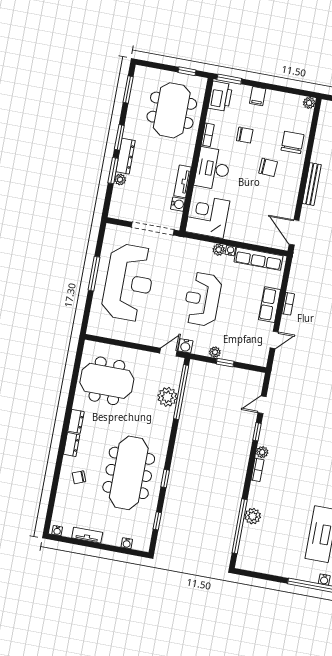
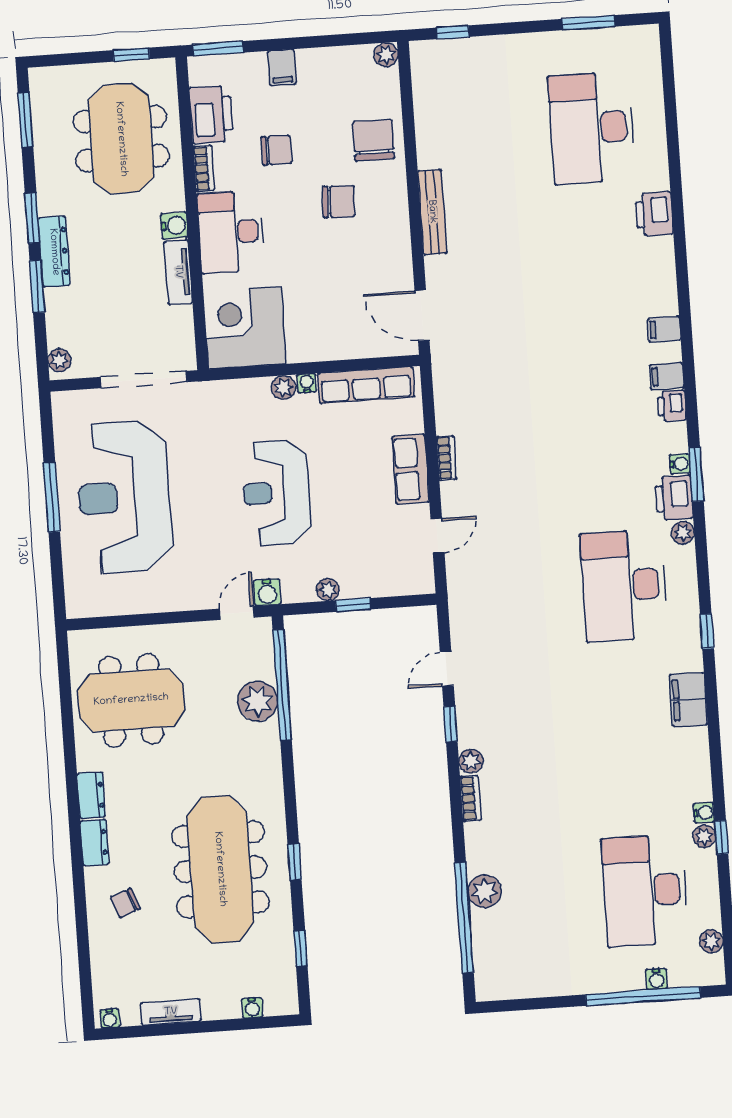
printer: (220, 96) -> (211, 114), moved
plant: (120, 180) -> (59, 360), moved
water cooler: (178, 204) -> (174, 226), moved
reception desk: (129, 282) -> (124, 497), turned 180

